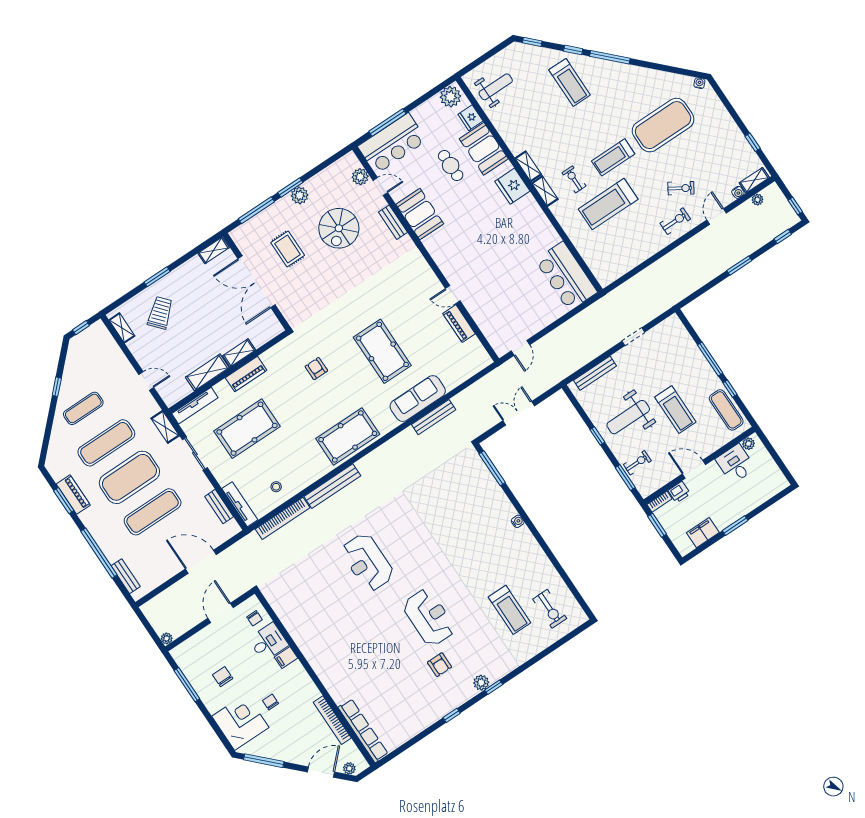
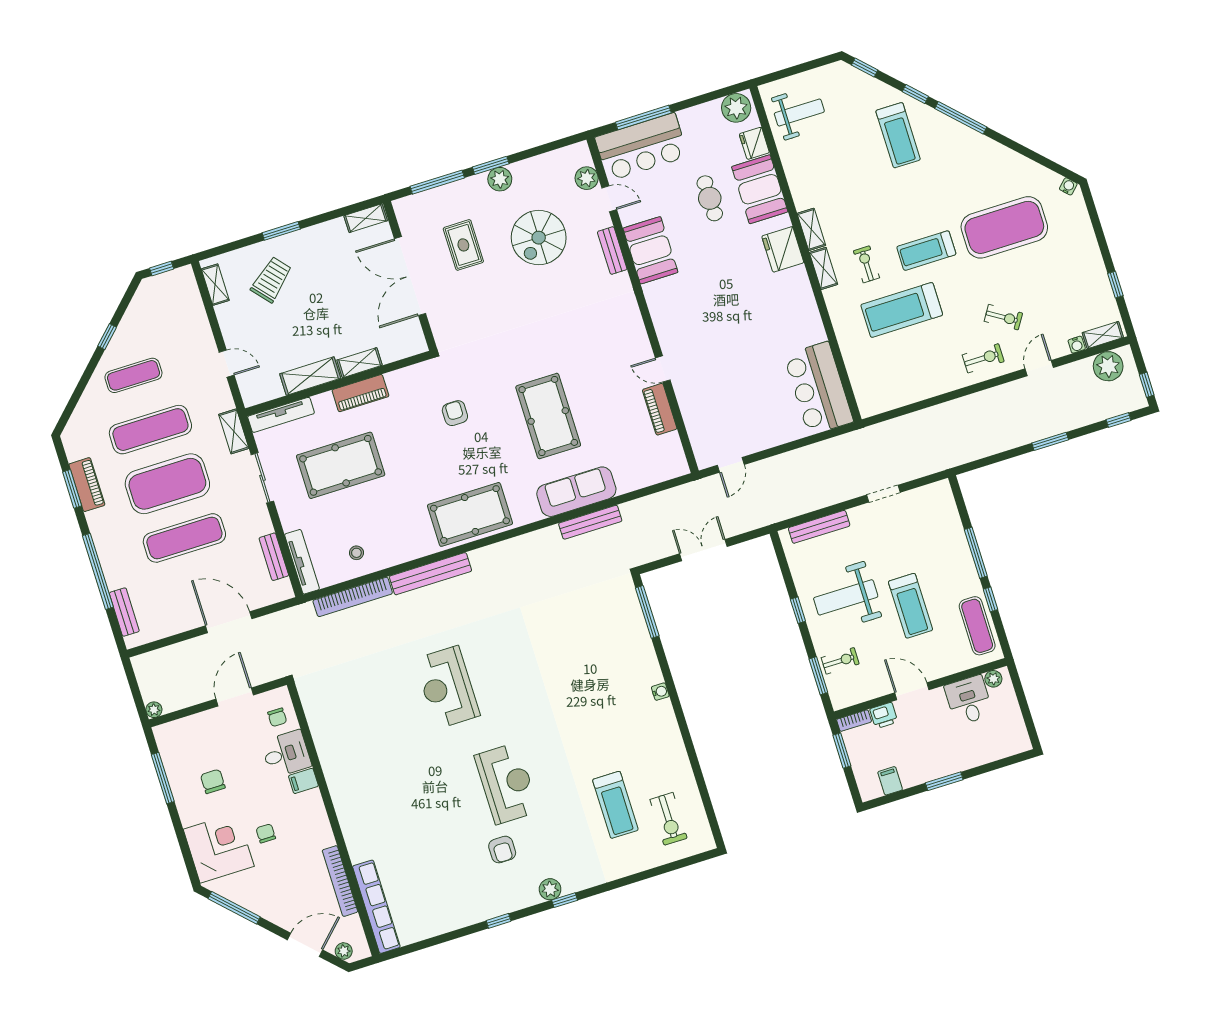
plant: (757, 200) -> (1108, 366), width x1.88, depth x1.88
filing cabinet: (703, 533) -> (890, 781), width x0.50

